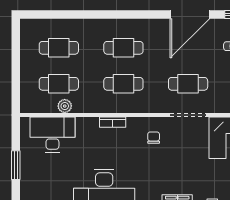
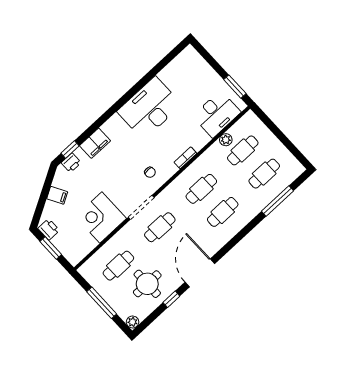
window: (69, 14) -> (278, 201), added
window: (16, 165) -> (235, 87), moved

